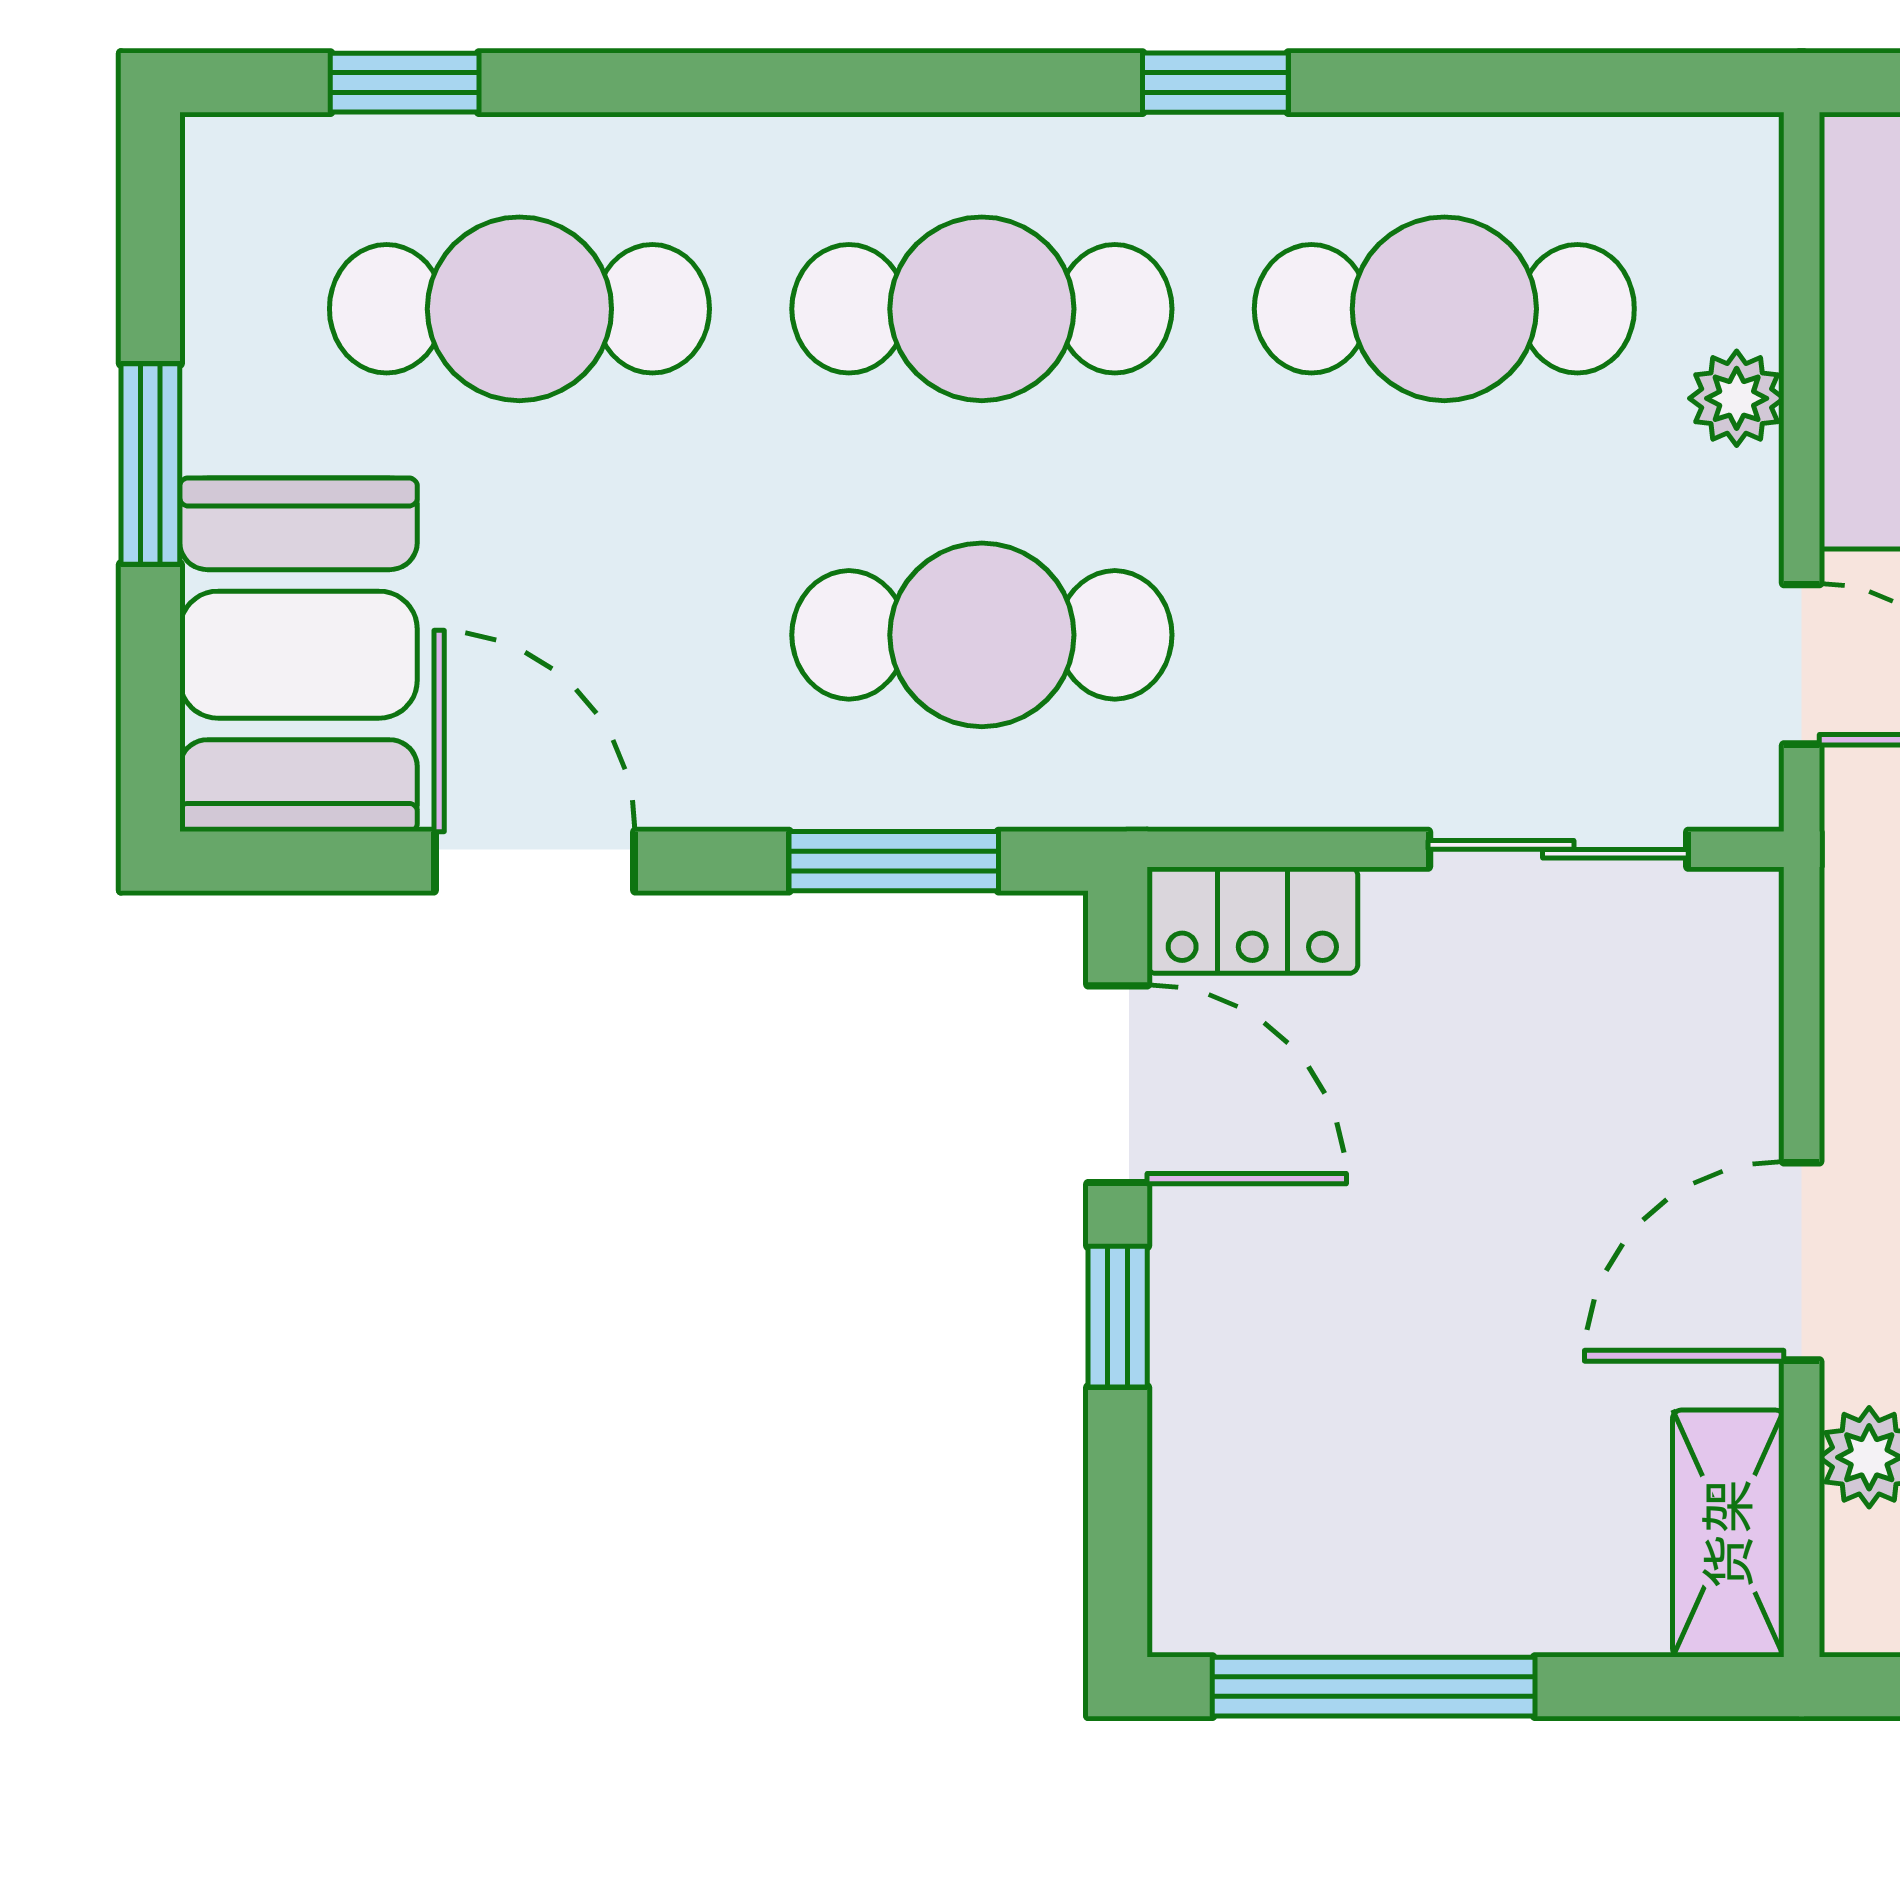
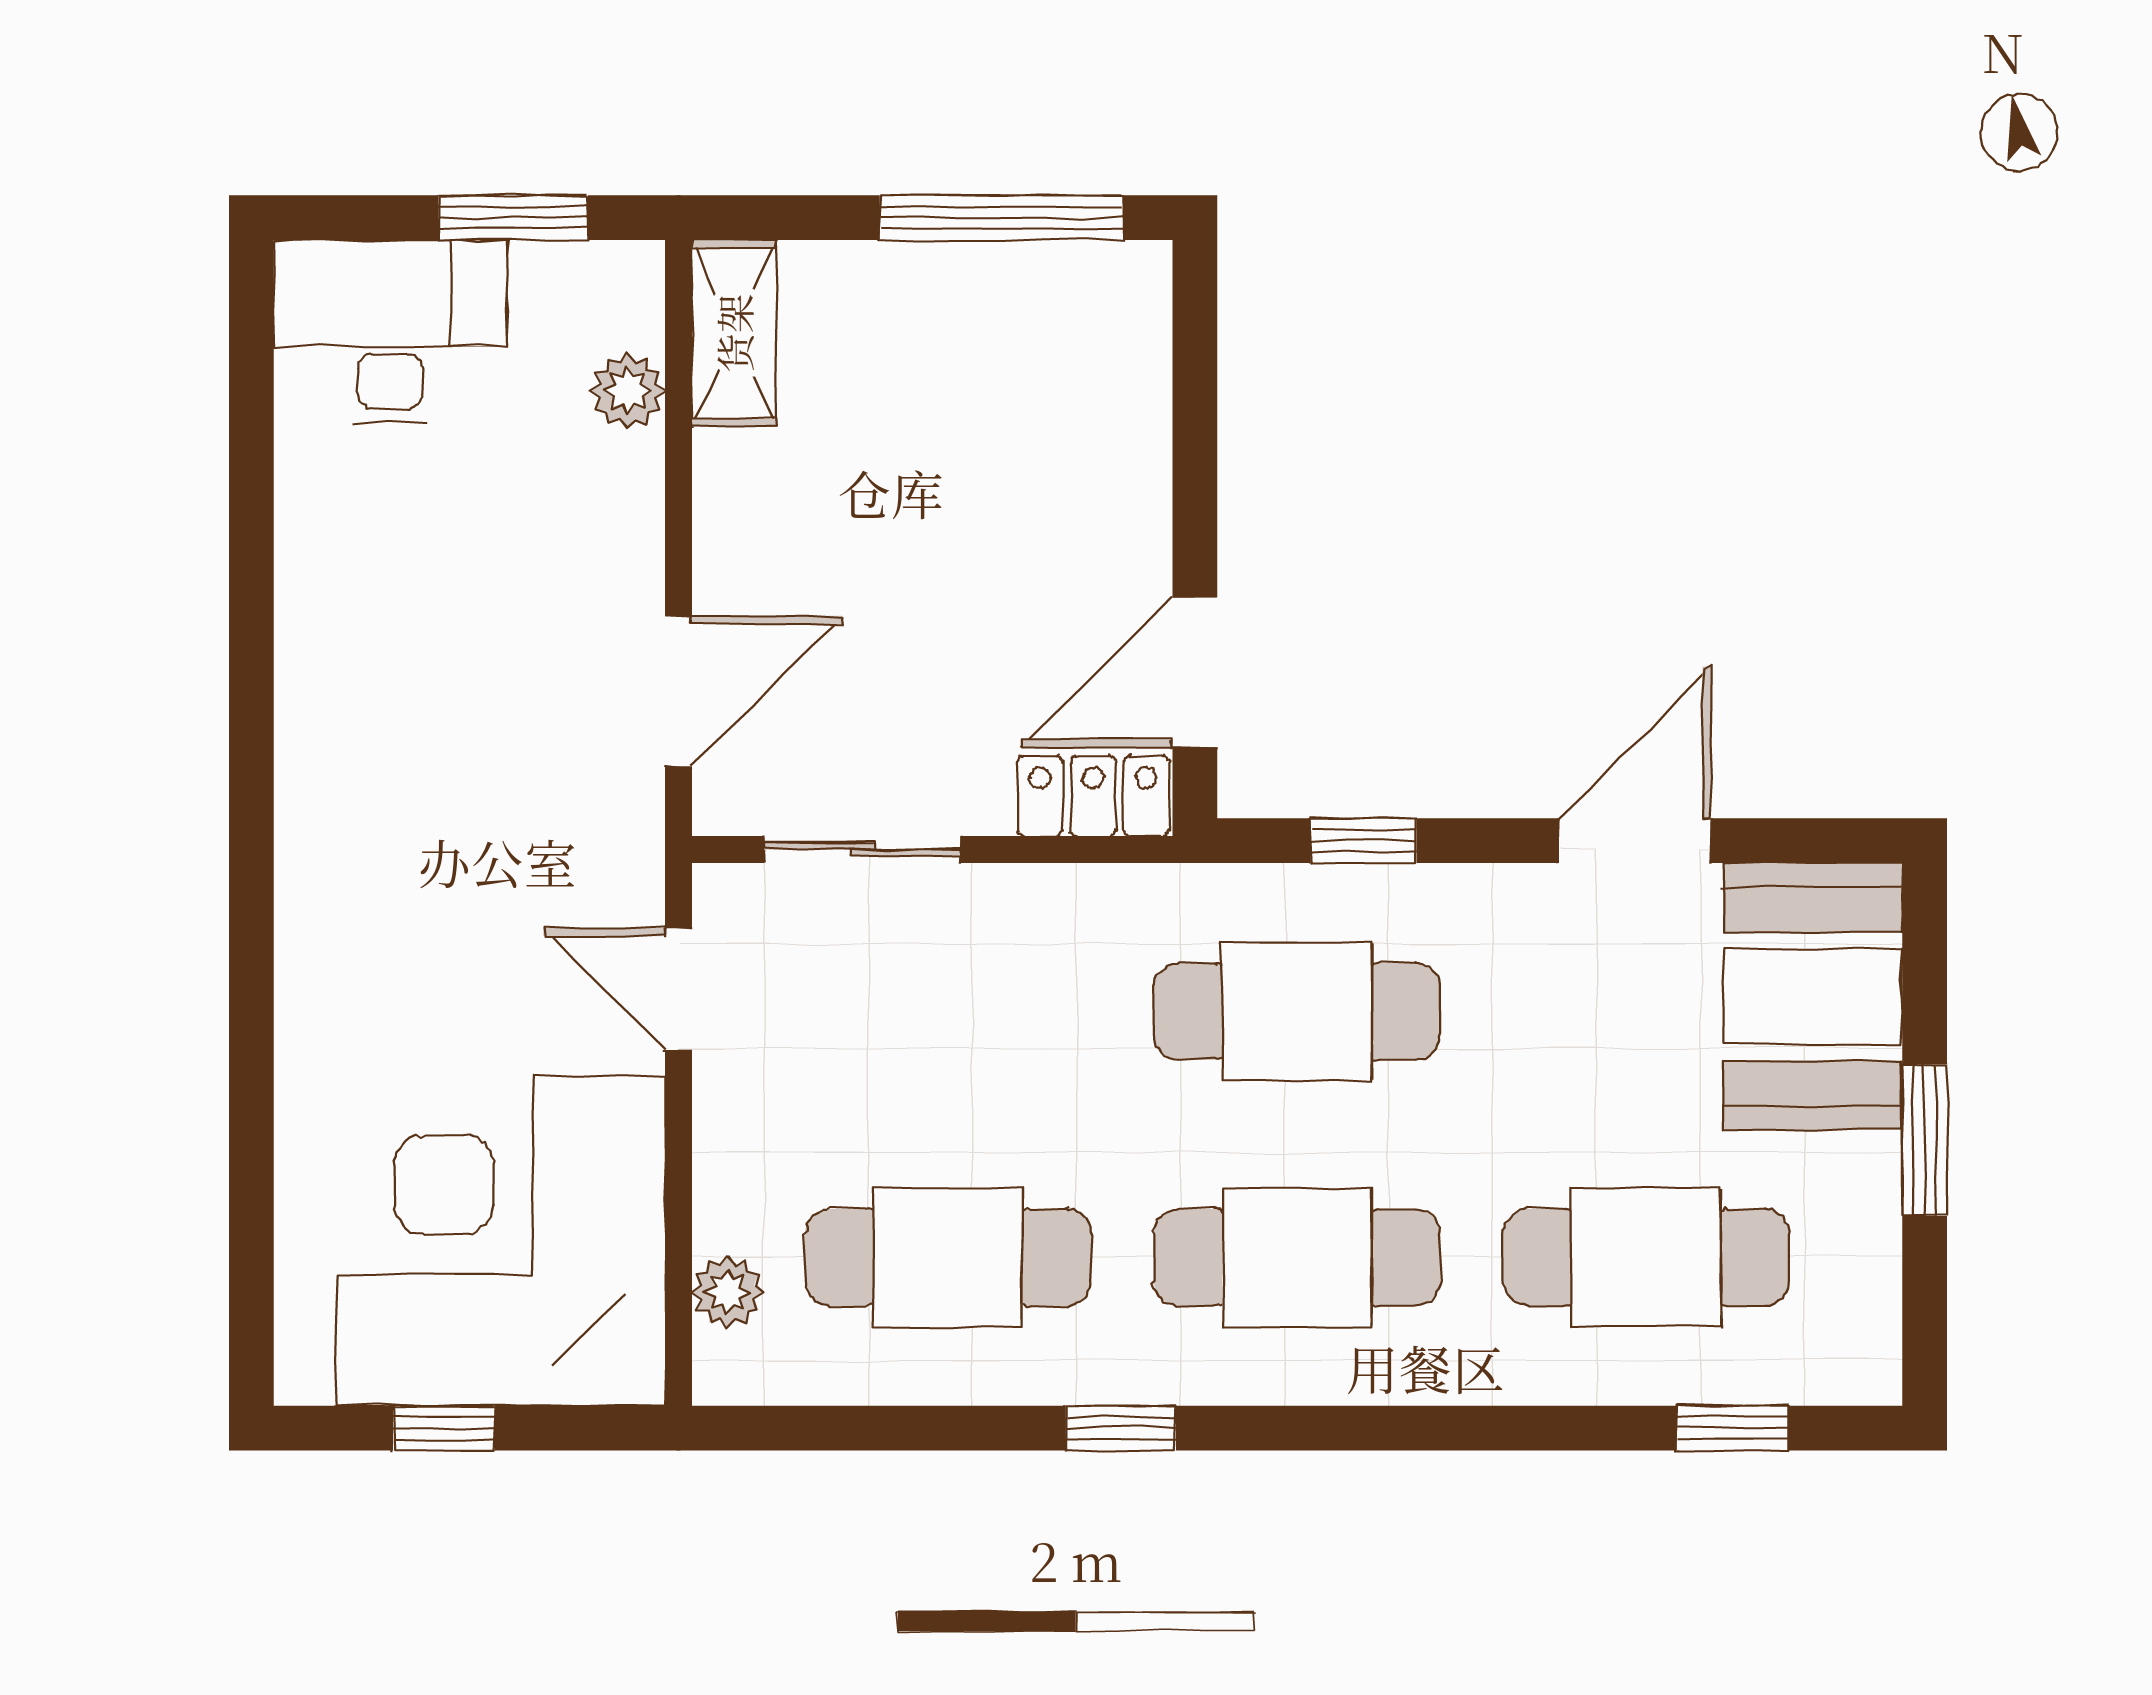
plant: (1737, 398) -> (728, 1292), moved
door: (534, 861) -> (1635, 841), swing flipped
window: (894, 861) -> (1364, 841), width x0.67
door: (1118, 1084) -> (1195, 672), hinge flipped
door: (1802, 1261) -> (679, 691), moved
window: (1118, 1317) -> (1195, 497), removed

